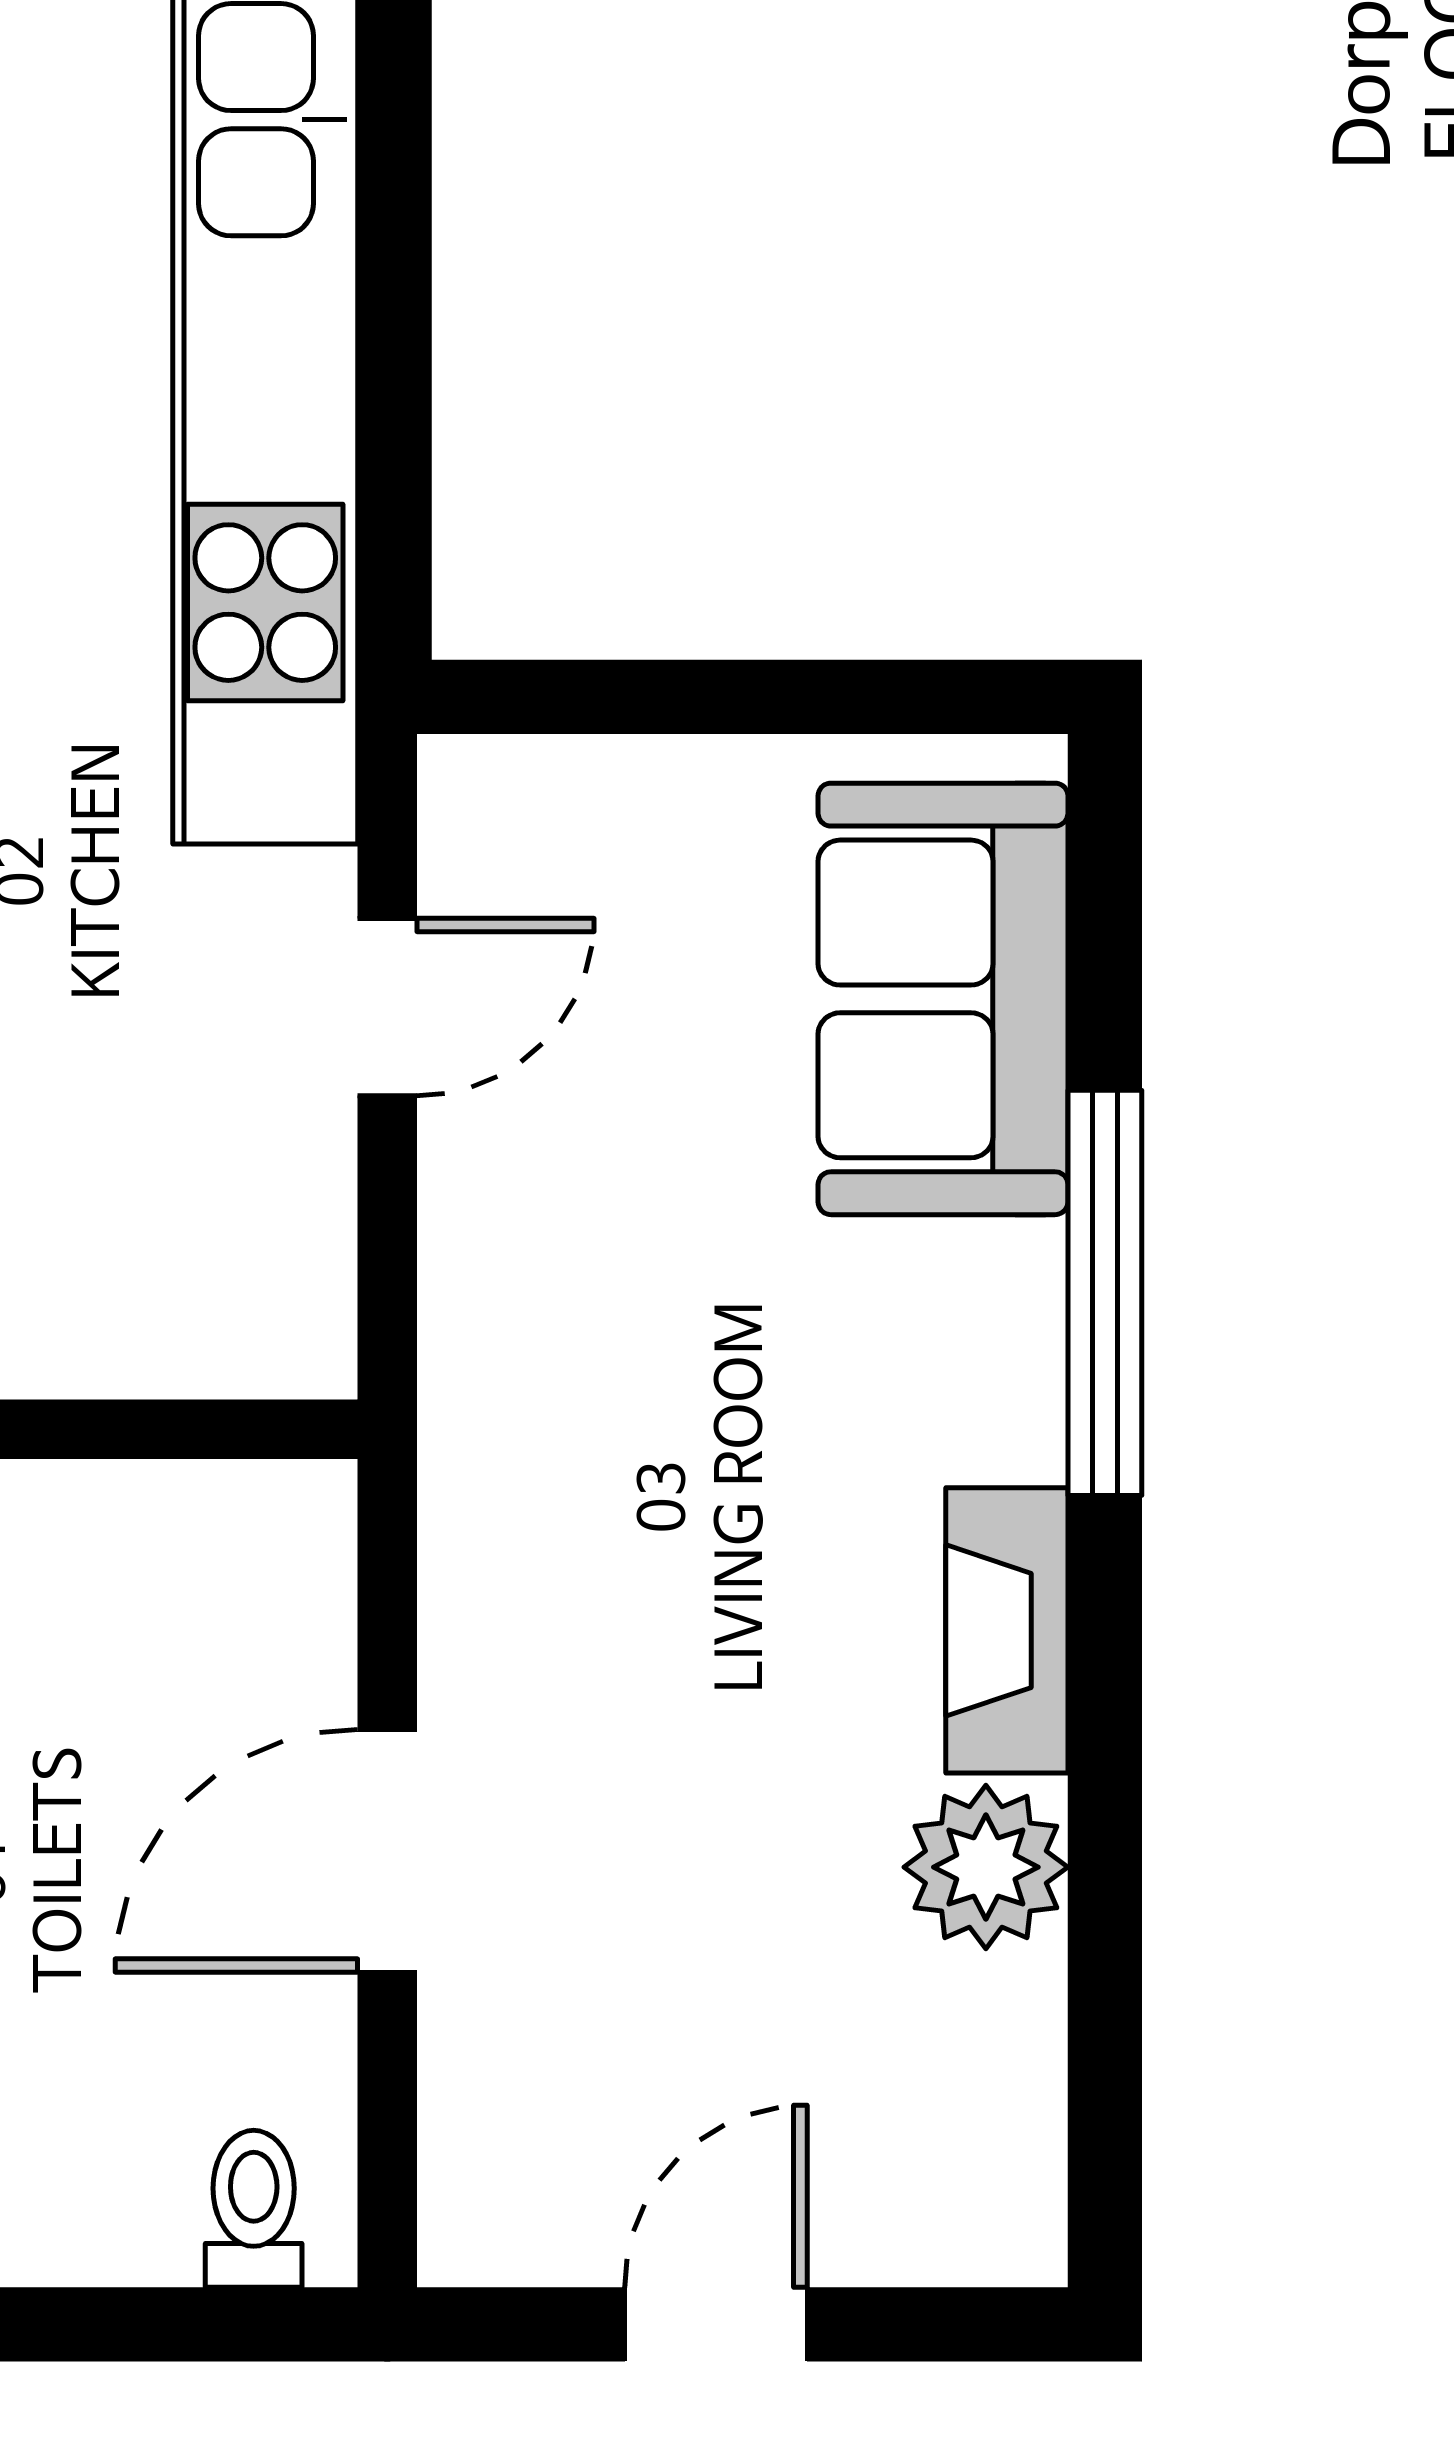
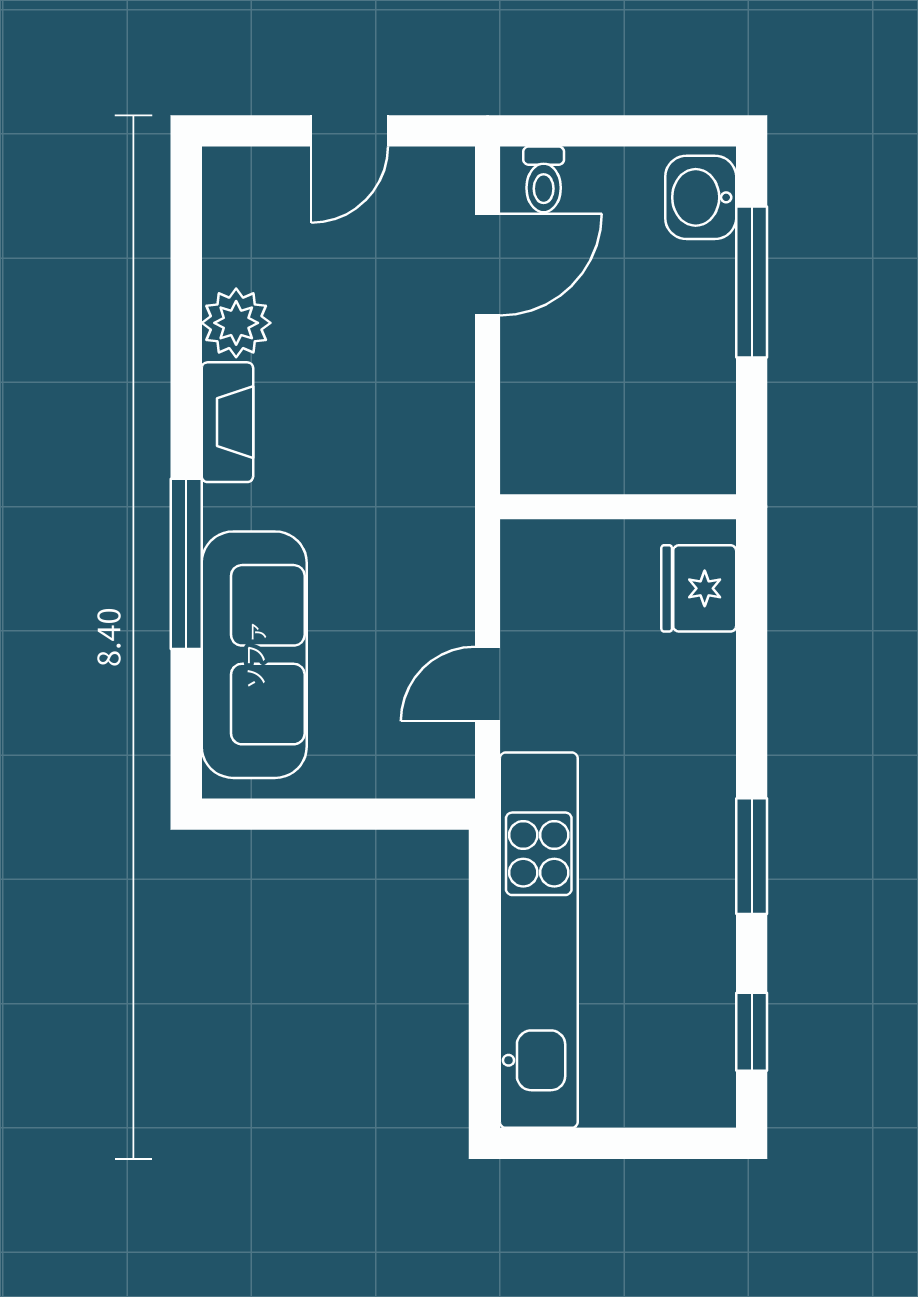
sofa: (943, 999) -> (254, 655), width x1.36
door: (387, 1851) -> (488, 264), moved

